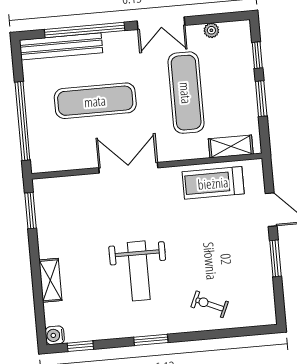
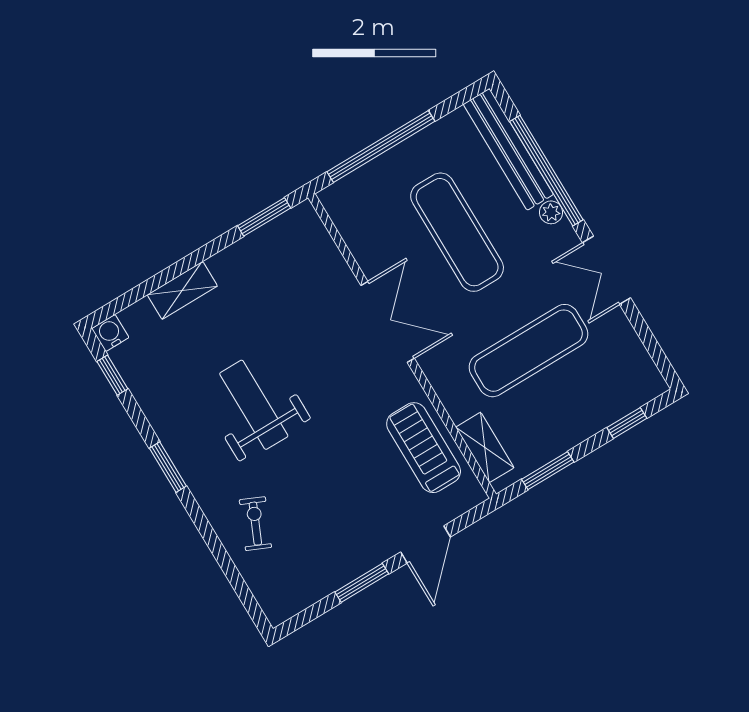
plant: (211, 30) -> (551, 212), moved
window: (261, 99) -> (548, 471), moved
weight bench: (139, 271) -> (254, 405), turned 90

